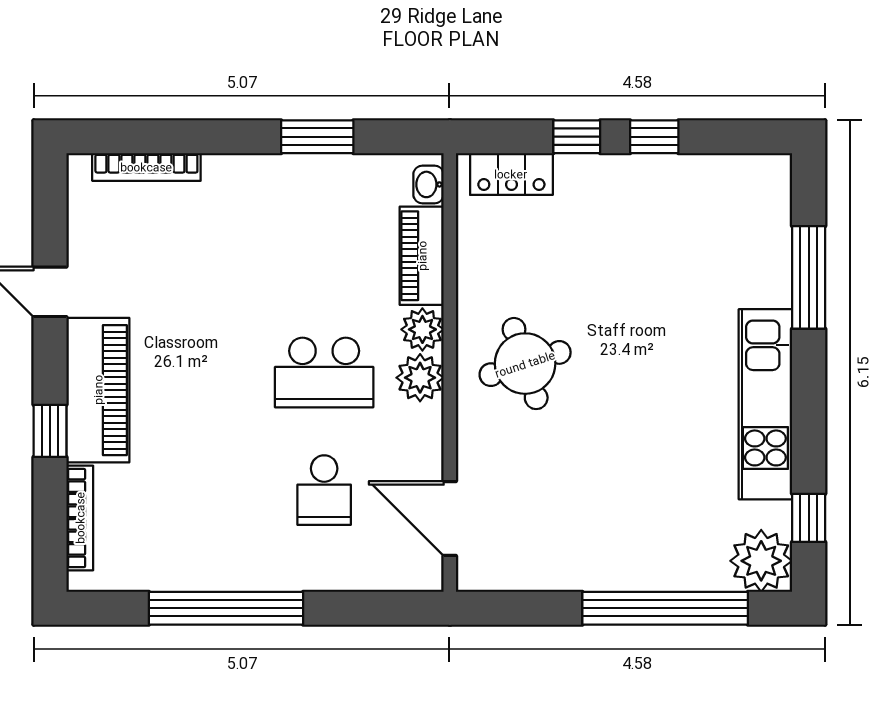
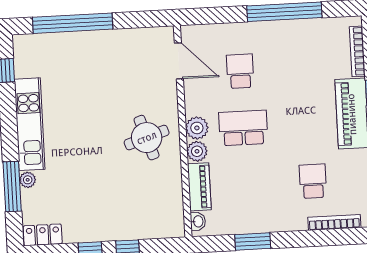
locker: (511, 174) -> (43, 235), moved
school desk: (186, 255) -> (313, 181), added
plant: (761, 561) -> (28, 180), moved, width x0.53, depth x0.53

